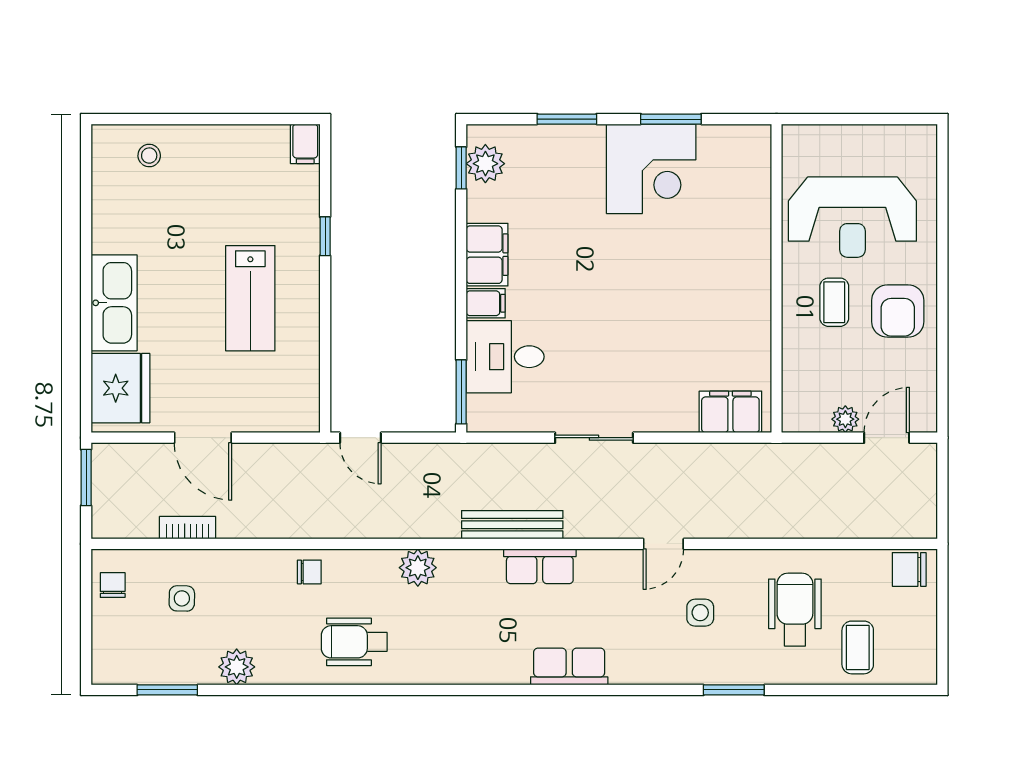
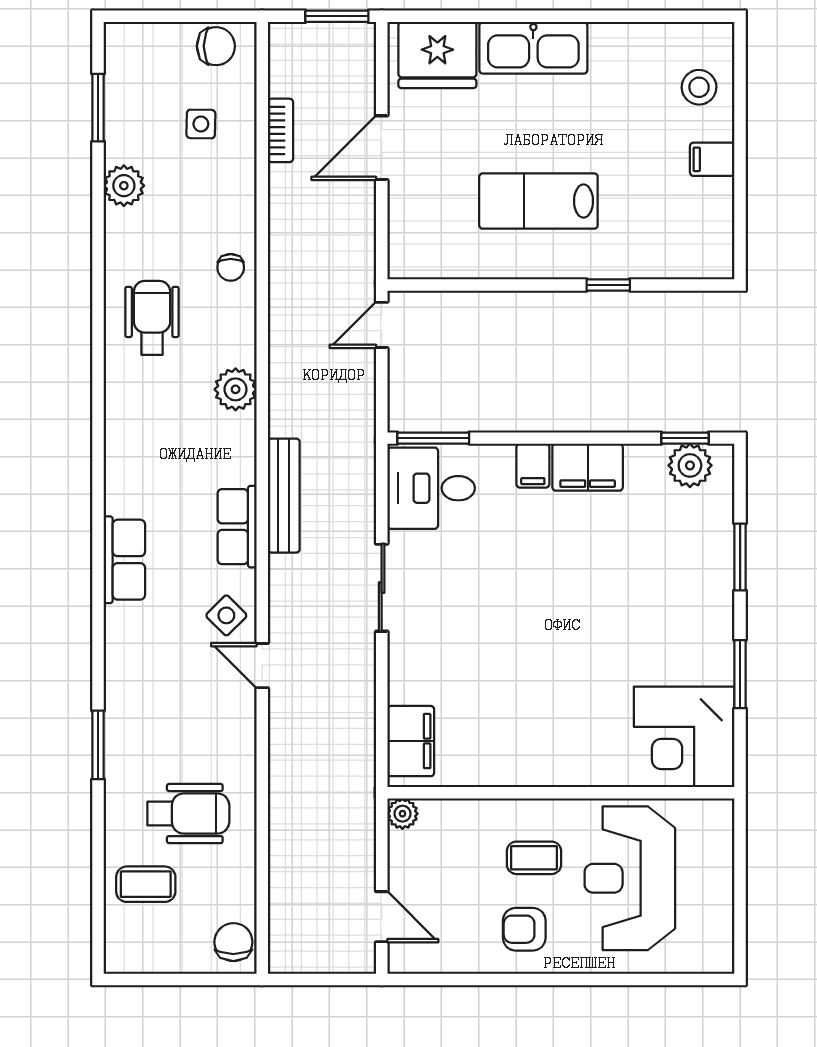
filing cabinet: (305, 144) -> (712, 159), moved
stool: (149, 156) -> (699, 87), width x1.37, depth x1.37
corner desk: (651, 169) -> (684, 737), moved
armchair: (898, 311) -> (524, 929), width x0.72, depth x0.72
desk: (505, 357) -> (431, 488), moved, turned -90
plant: (845, 419) -> (402, 814), moved
chair: (113, 585) -> (216, 46), width x1.37, depth x1.37
side table: (700, 613) -> (226, 615), moved, turned 45

